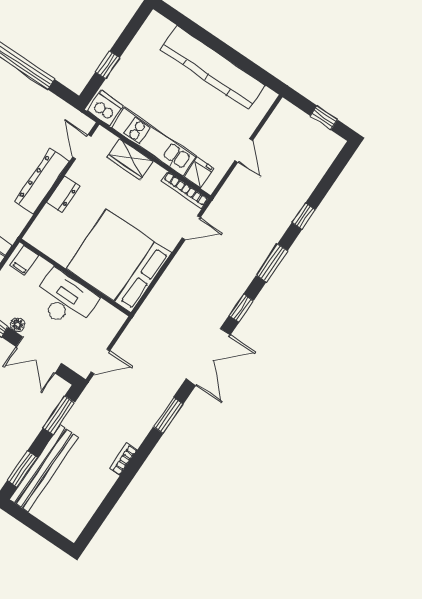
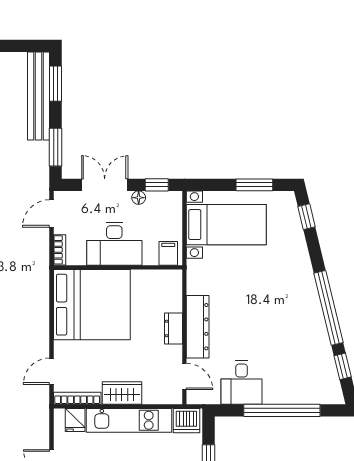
desk: (37, 109) -> (242, 382), added
wardrobe: (130, 159) -> (122, 393), moved
bookcase: (114, 326) -> (60, 250), added

